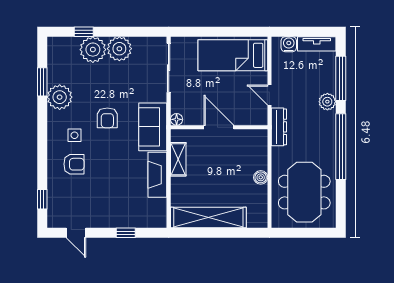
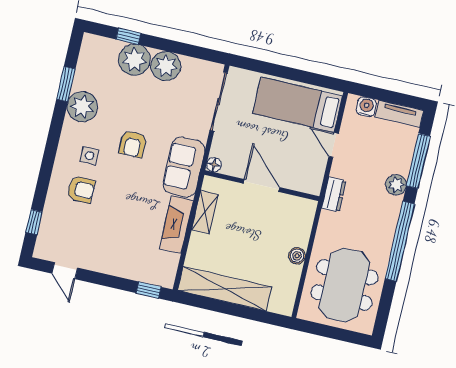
door: (269, 95) -> (334, 145), moved
dresser: (279, 127) -> (334, 194), width x0.70
window: (126, 233) -> (149, 290), moved

